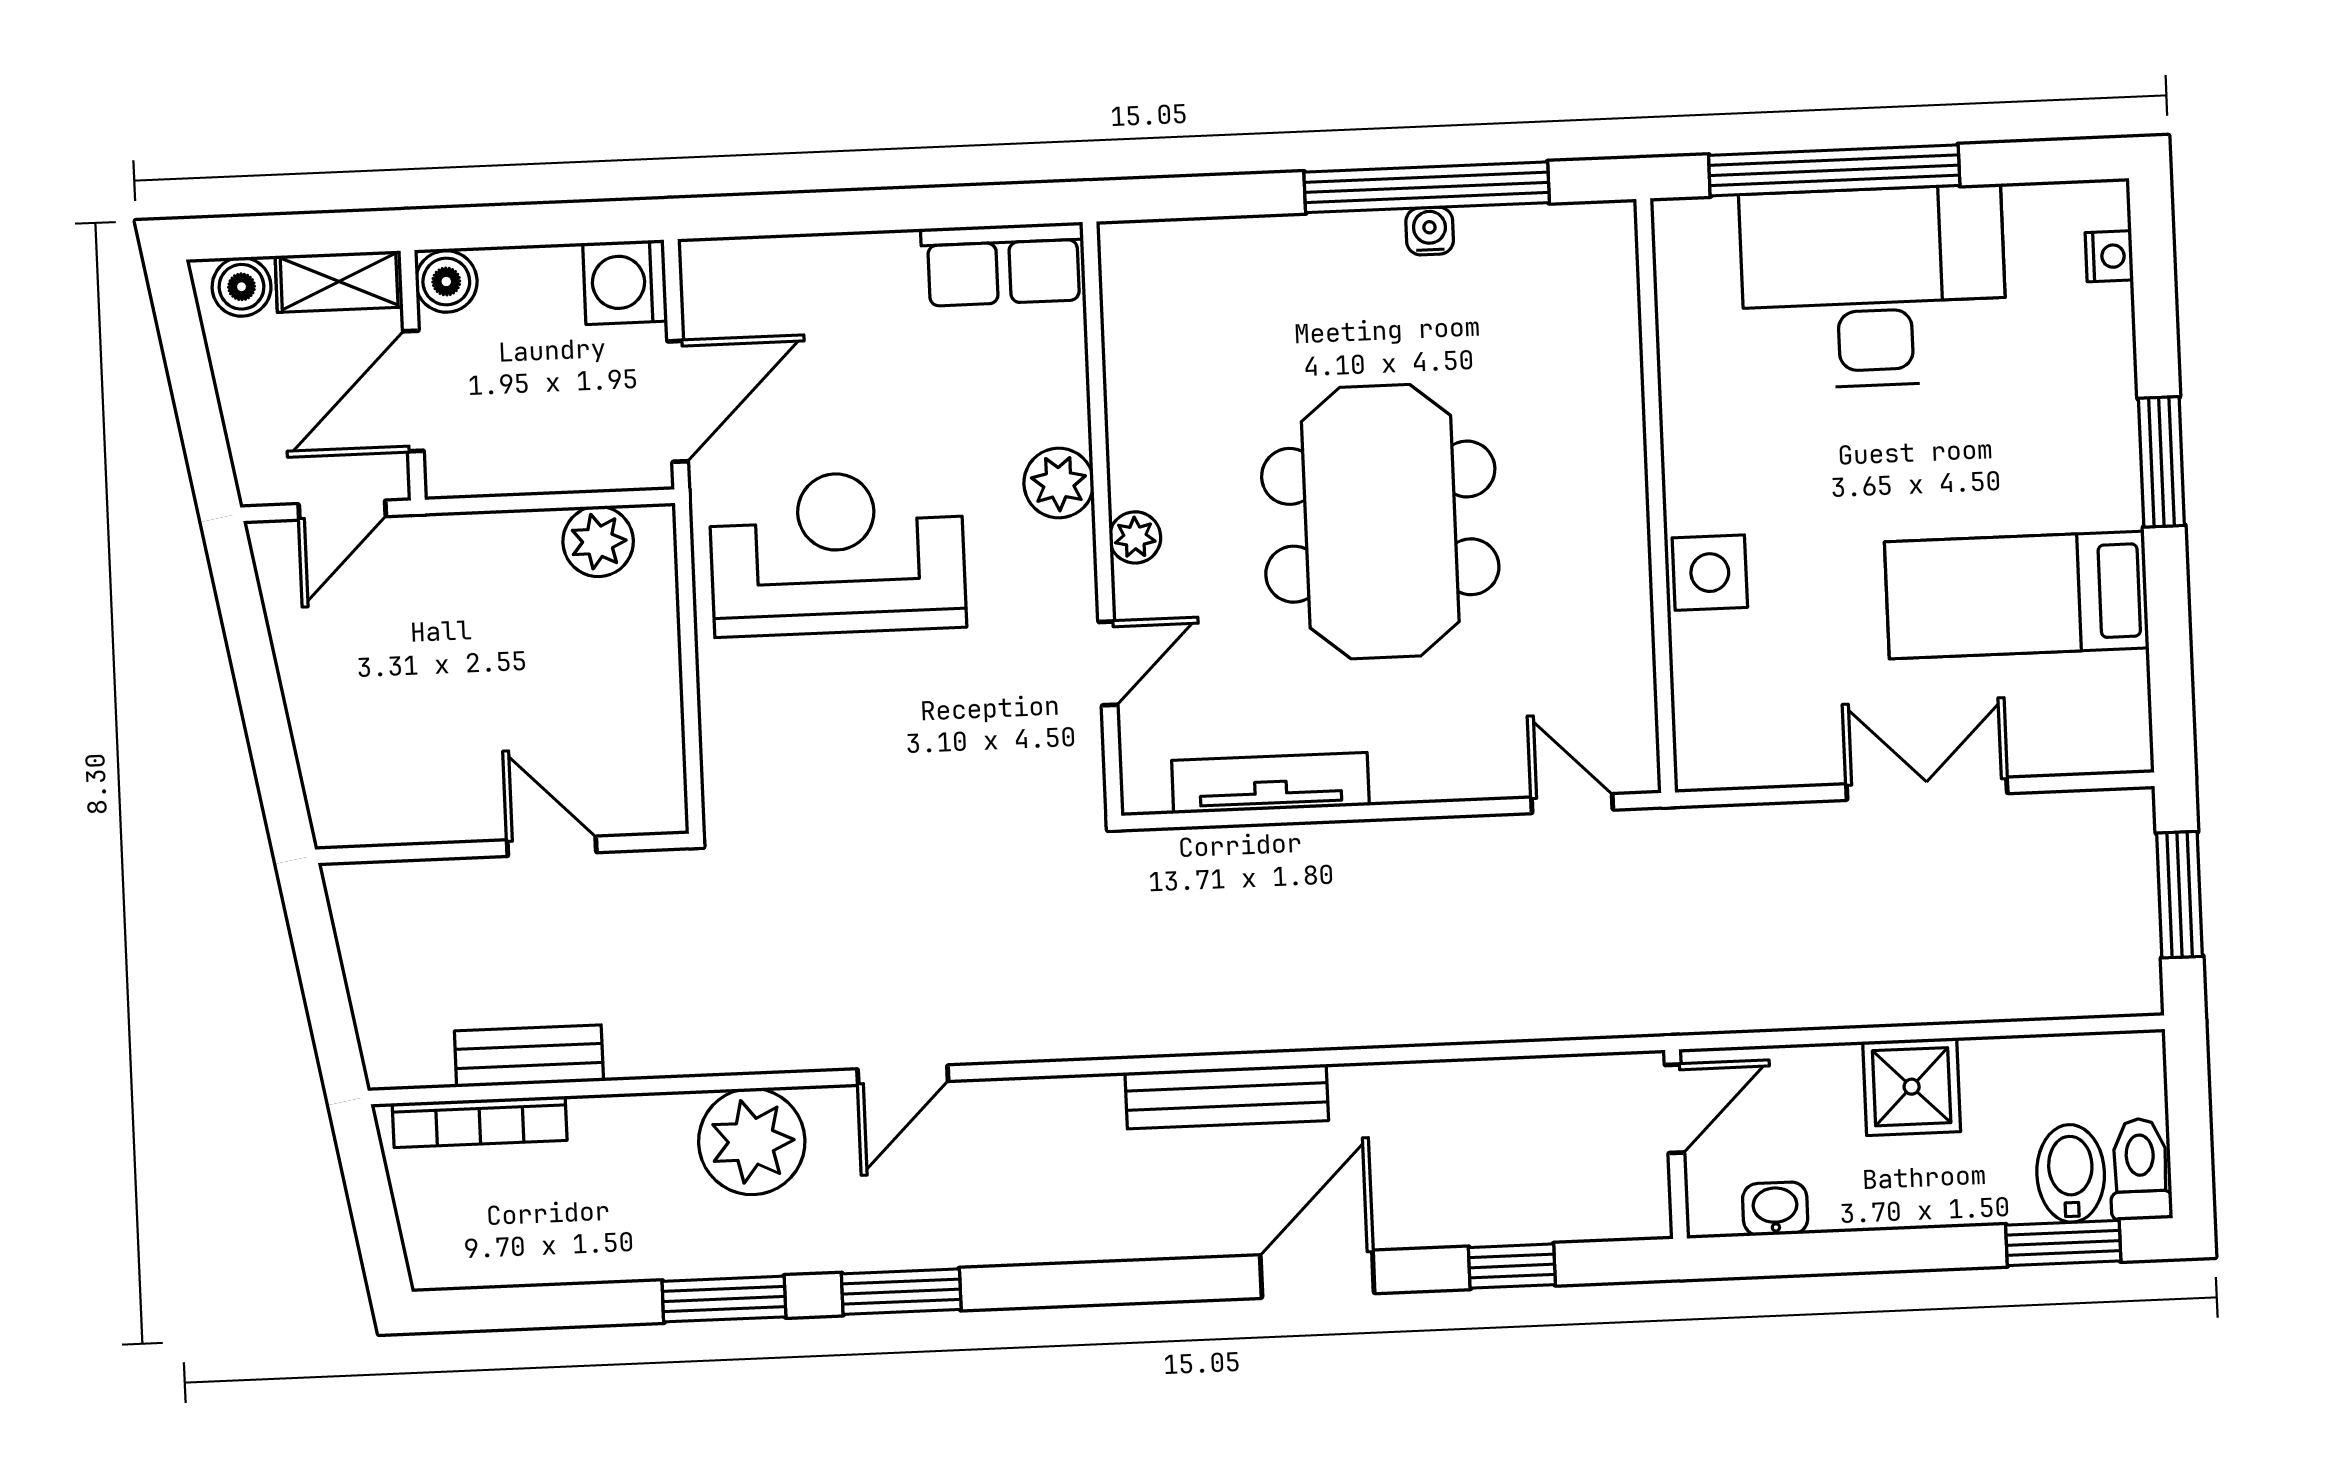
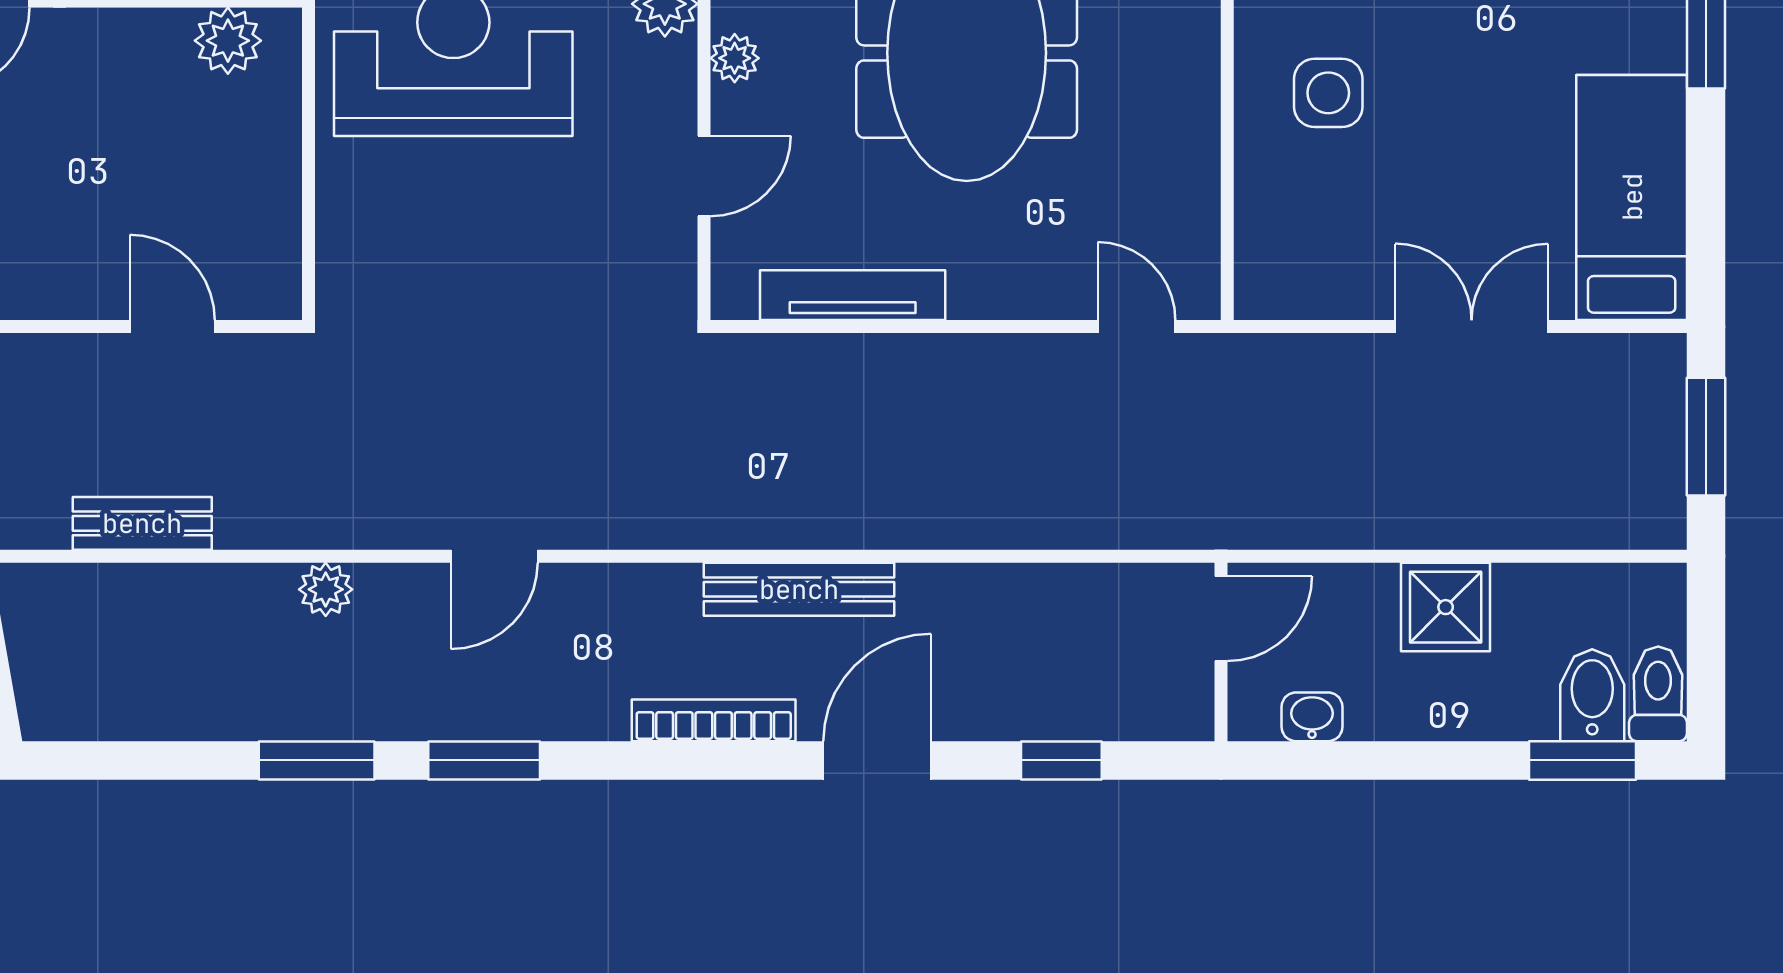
side table: (1710, 573) -> (1328, 93), moved
bed: (2017, 595) -> (1632, 197), moved, turned 90
bookcase: (480, 1122) -> (714, 720), moved, turned 180
plant: (752, 1141) -> (326, 589), width x0.53, depth x0.53

